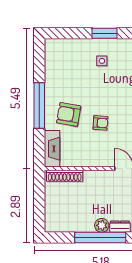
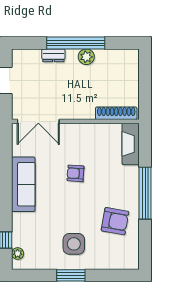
side table: (102, 61) -> (74, 244), width x1.87, depth x1.87
armchair: (69, 114) -> (115, 221), moved
plant: (102, 225) -> (86, 57), moved

